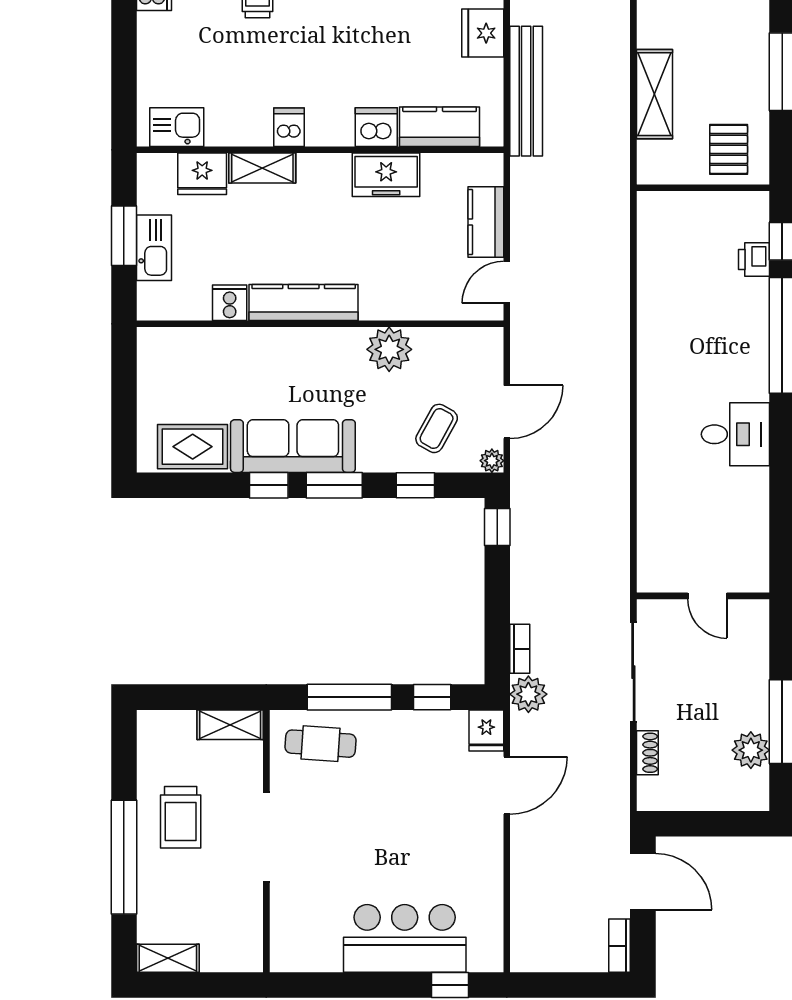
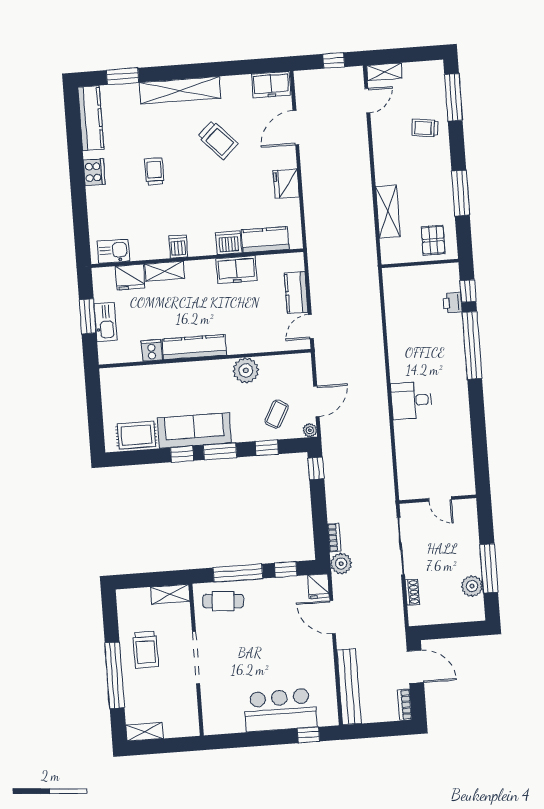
bench: (526, 91) -> (349, 687), moved
desk: (735, 434) -> (411, 400), moved, turned 180
door: (507, 785) -> (333, 617), swing flipped

